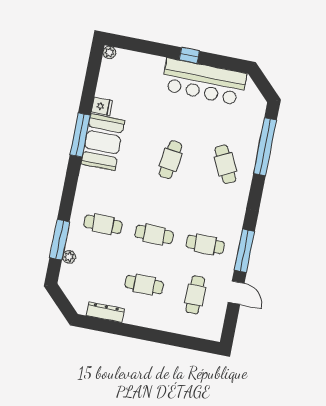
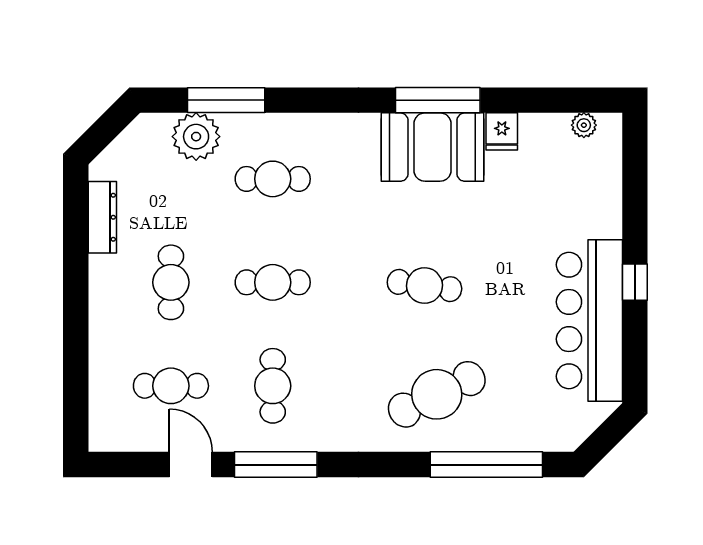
plant: (109, 52) -> (584, 125), moved
cafe table: (225, 164) -> (437, 394), width x1.37, depth x1.35
cafe table: (103, 224) -> (273, 179), turned 90
cafe table: (154, 234) -> (273, 282), turned 90
plant: (69, 257) -> (196, 137), width x1.88, depth x1.88
door: (236, 293) -> (191, 465), swing flipped

